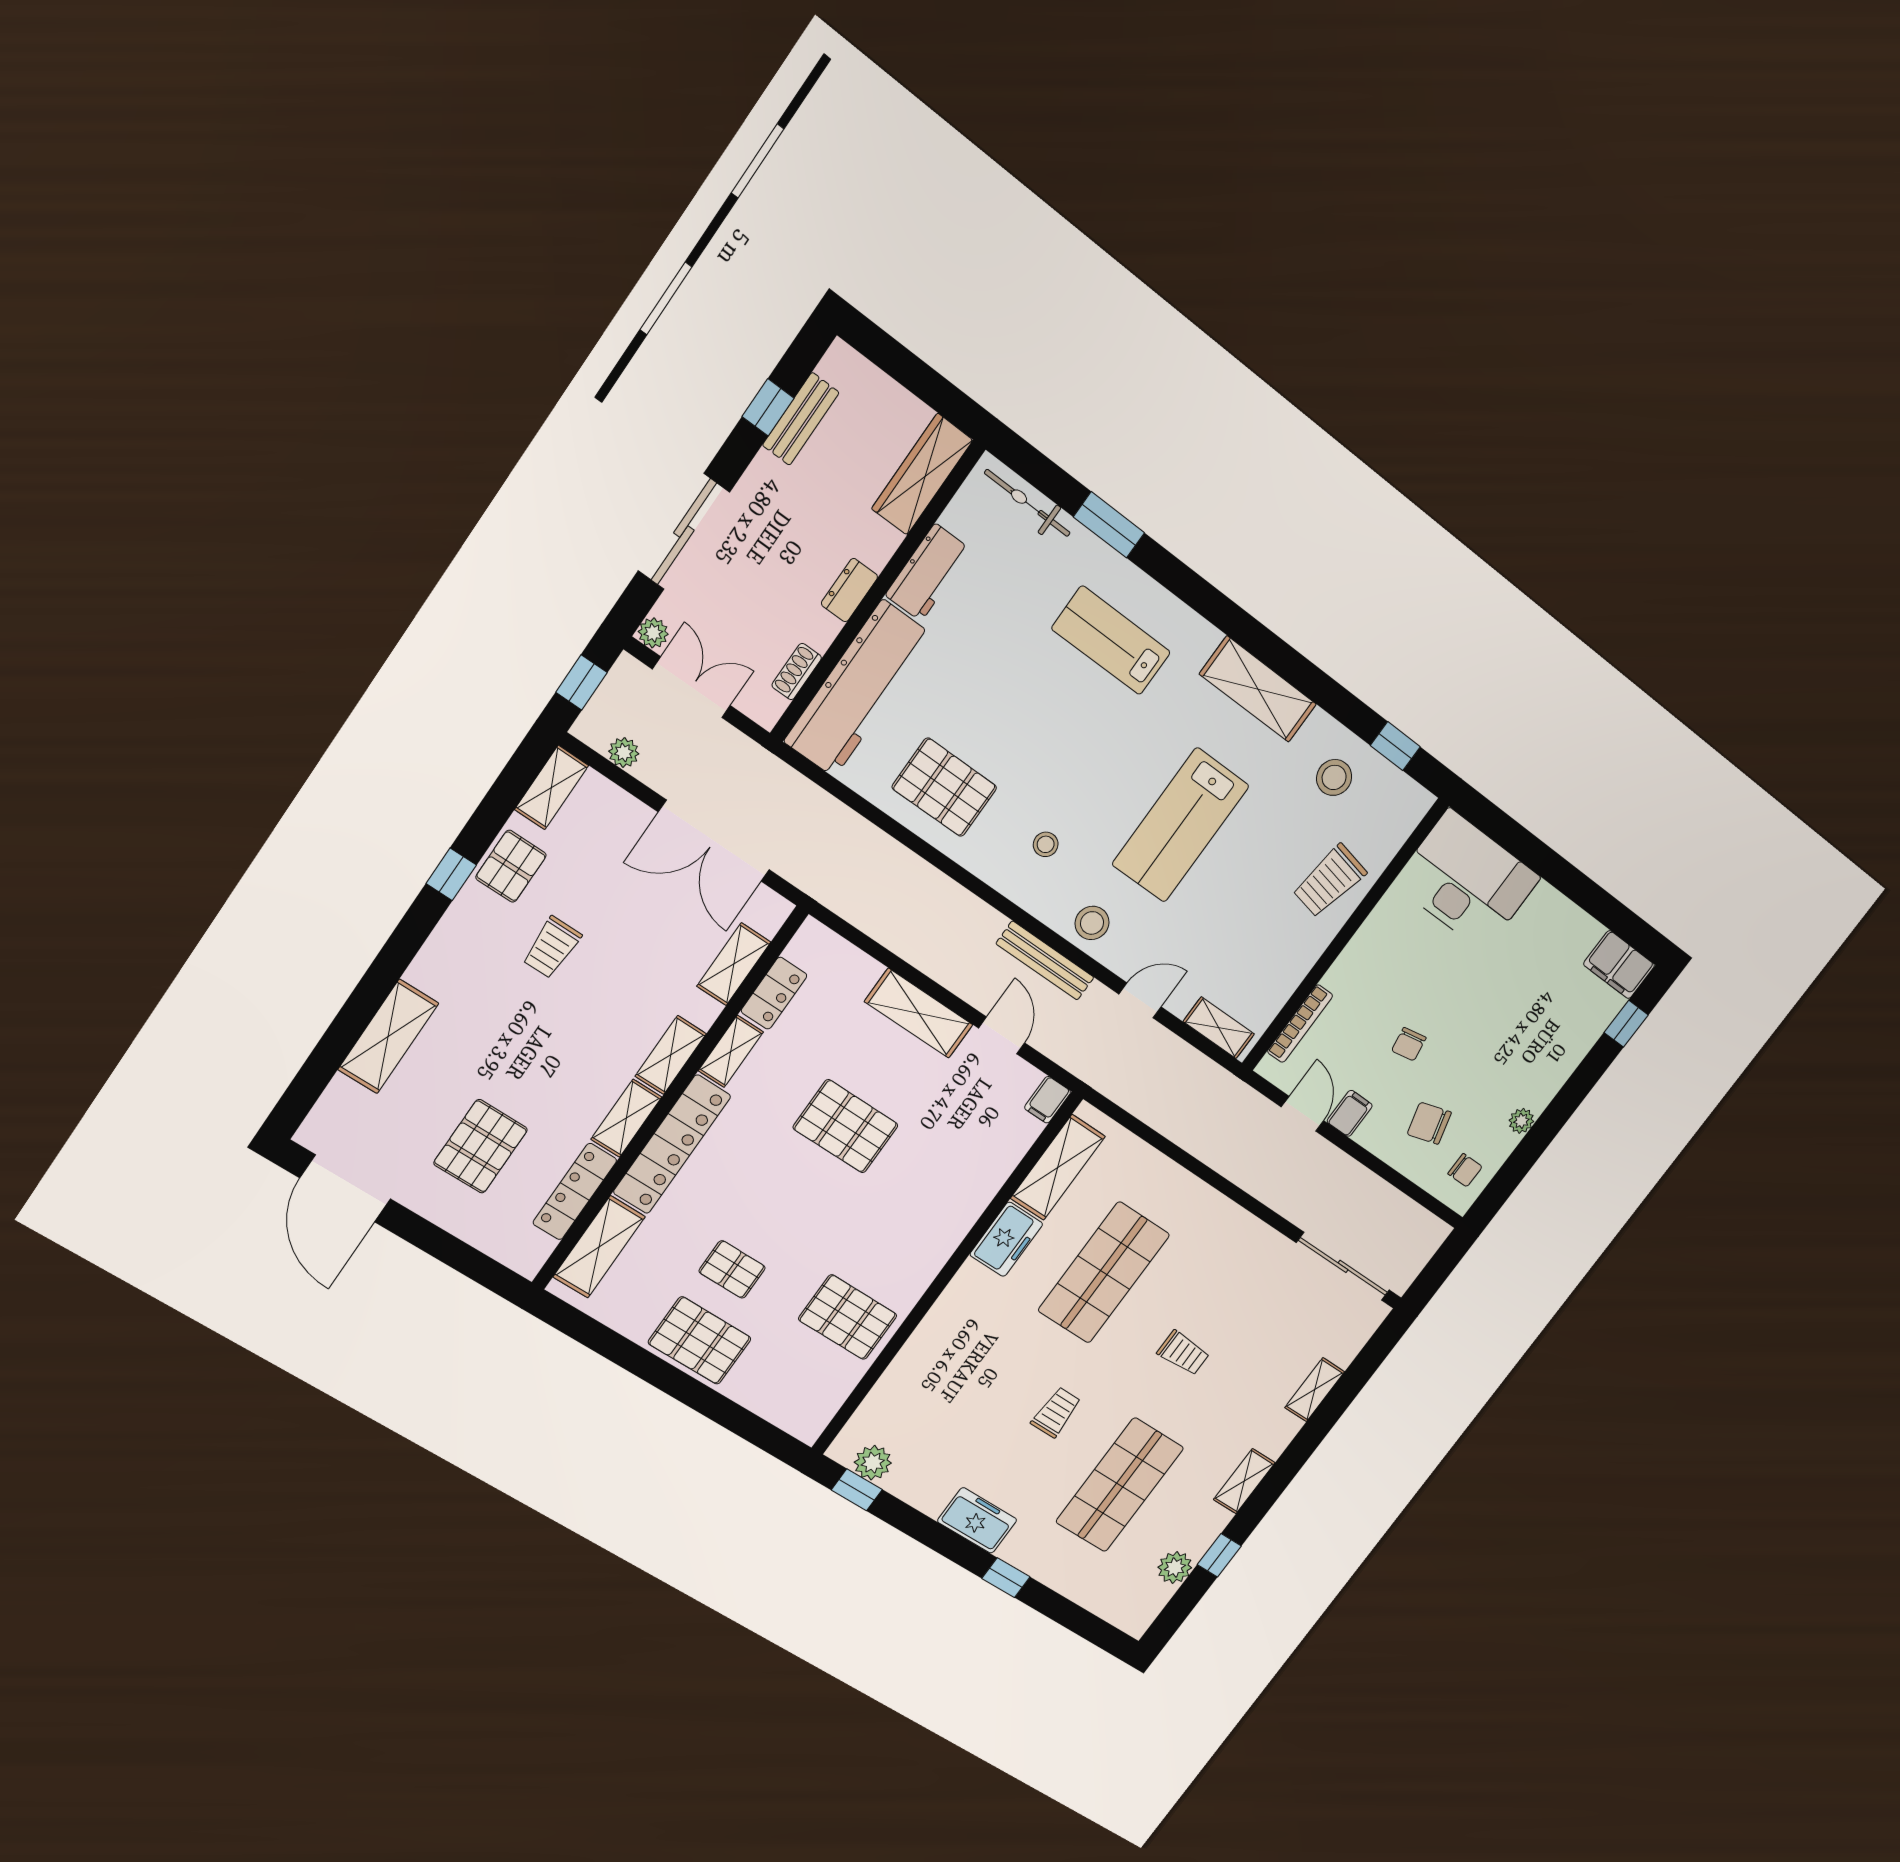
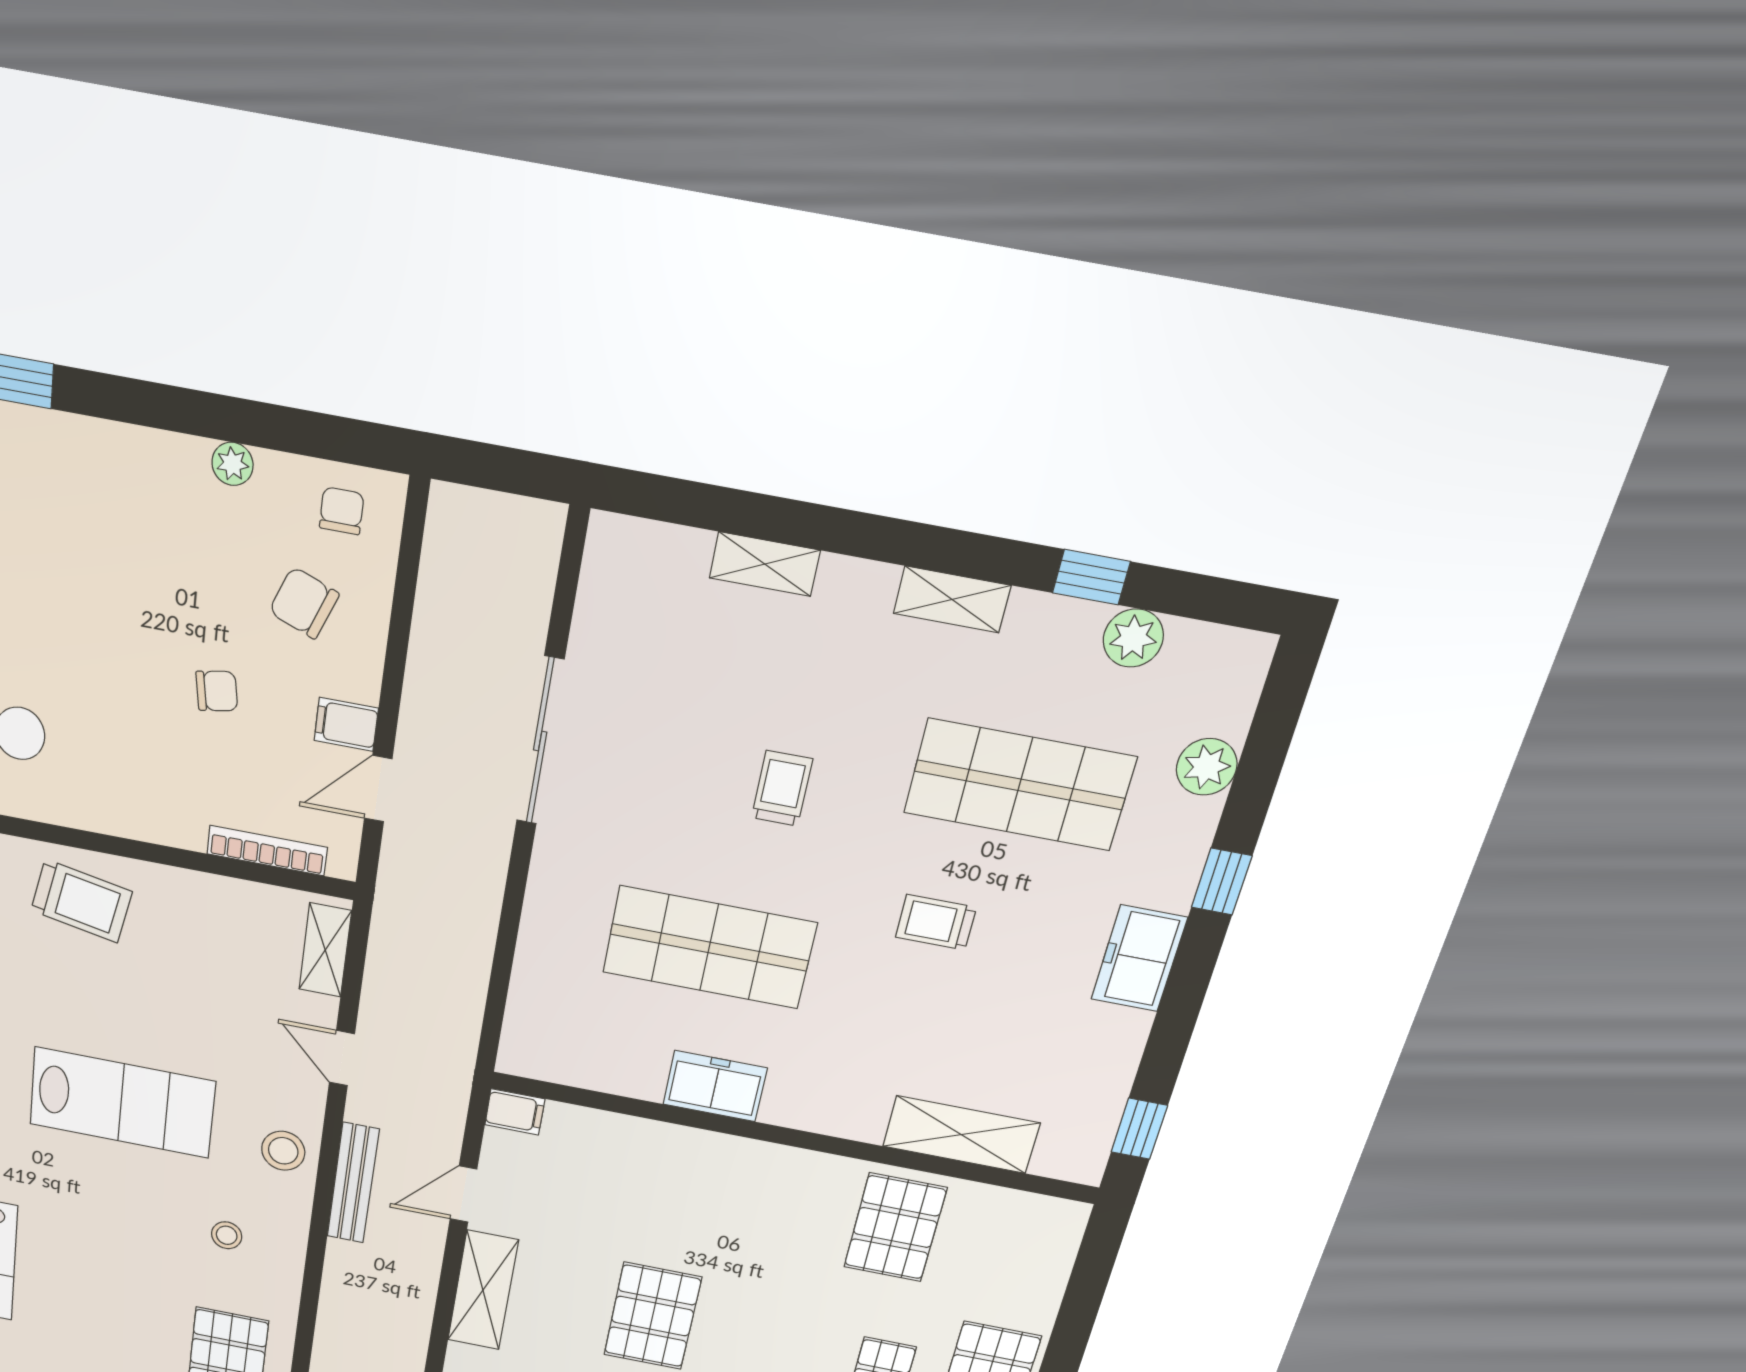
chair: (1429, 1123) -> (304, 603), turned 127
shelving: (1058, 1167) -> (961, 1135), moved
sliding door: (1343, 1266) -> (540, 741), moved
plant: (873, 1463) -> (1207, 767), moved

